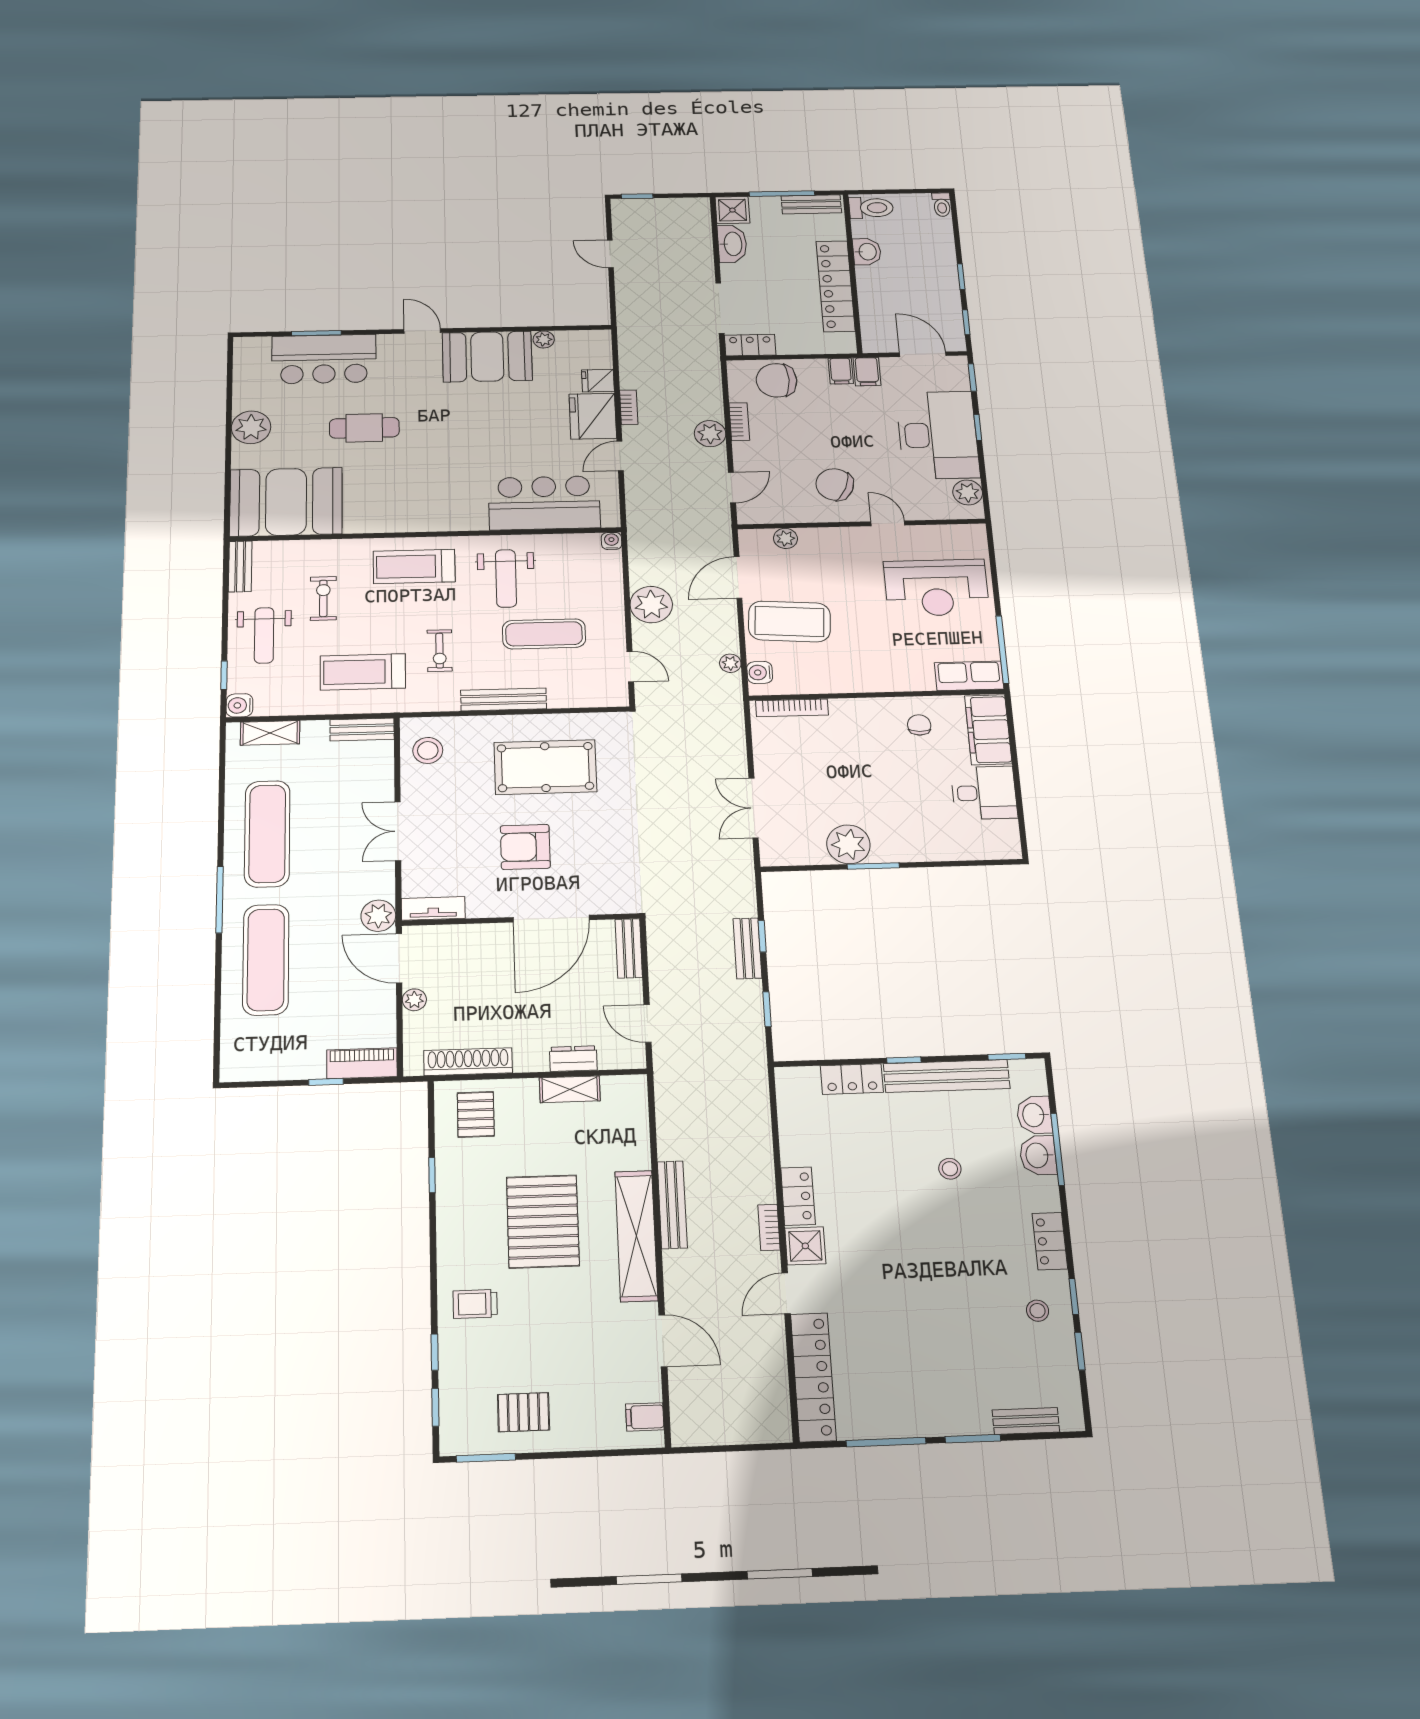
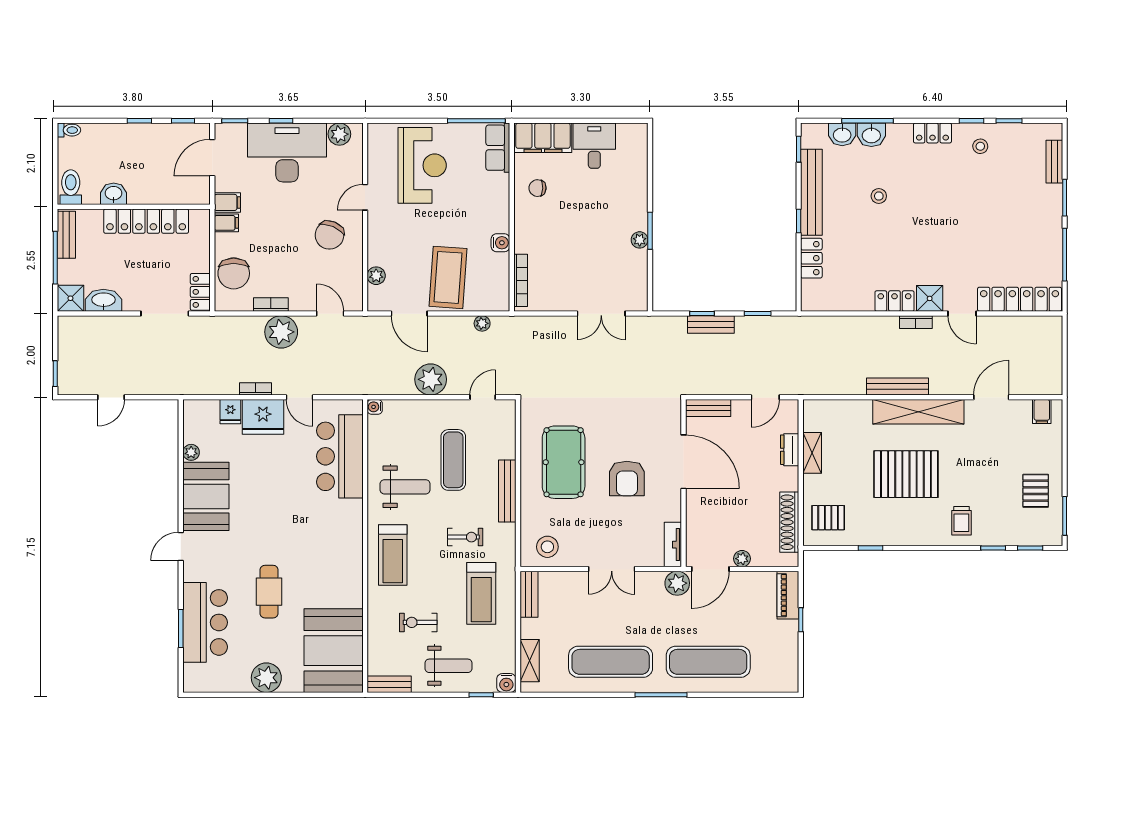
plant: (710, 434) -> (281, 332), width x1.36, depth x1.36
water cooler: (760, 672) -> (500, 243), moved, turned -90
plant: (848, 844) -> (640, 240), width x0.53, depth x0.53

